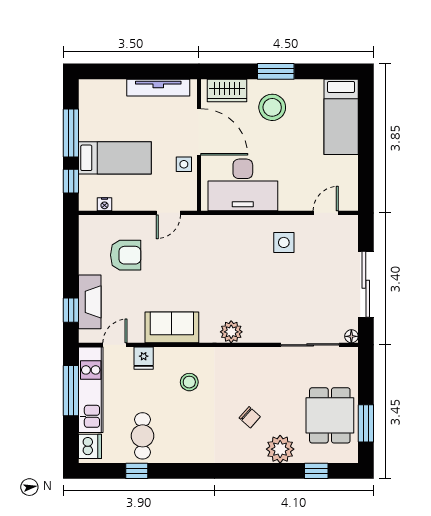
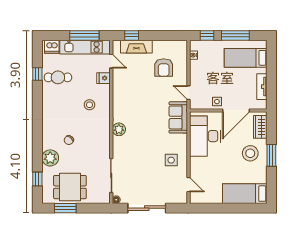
tv unit: (158, 88) -> (262, 87), width x0.71
bed: (115, 158) -> (246, 58), moved, turned 90
sofa: (172, 327) -> (178, 117), moved, turned 180

